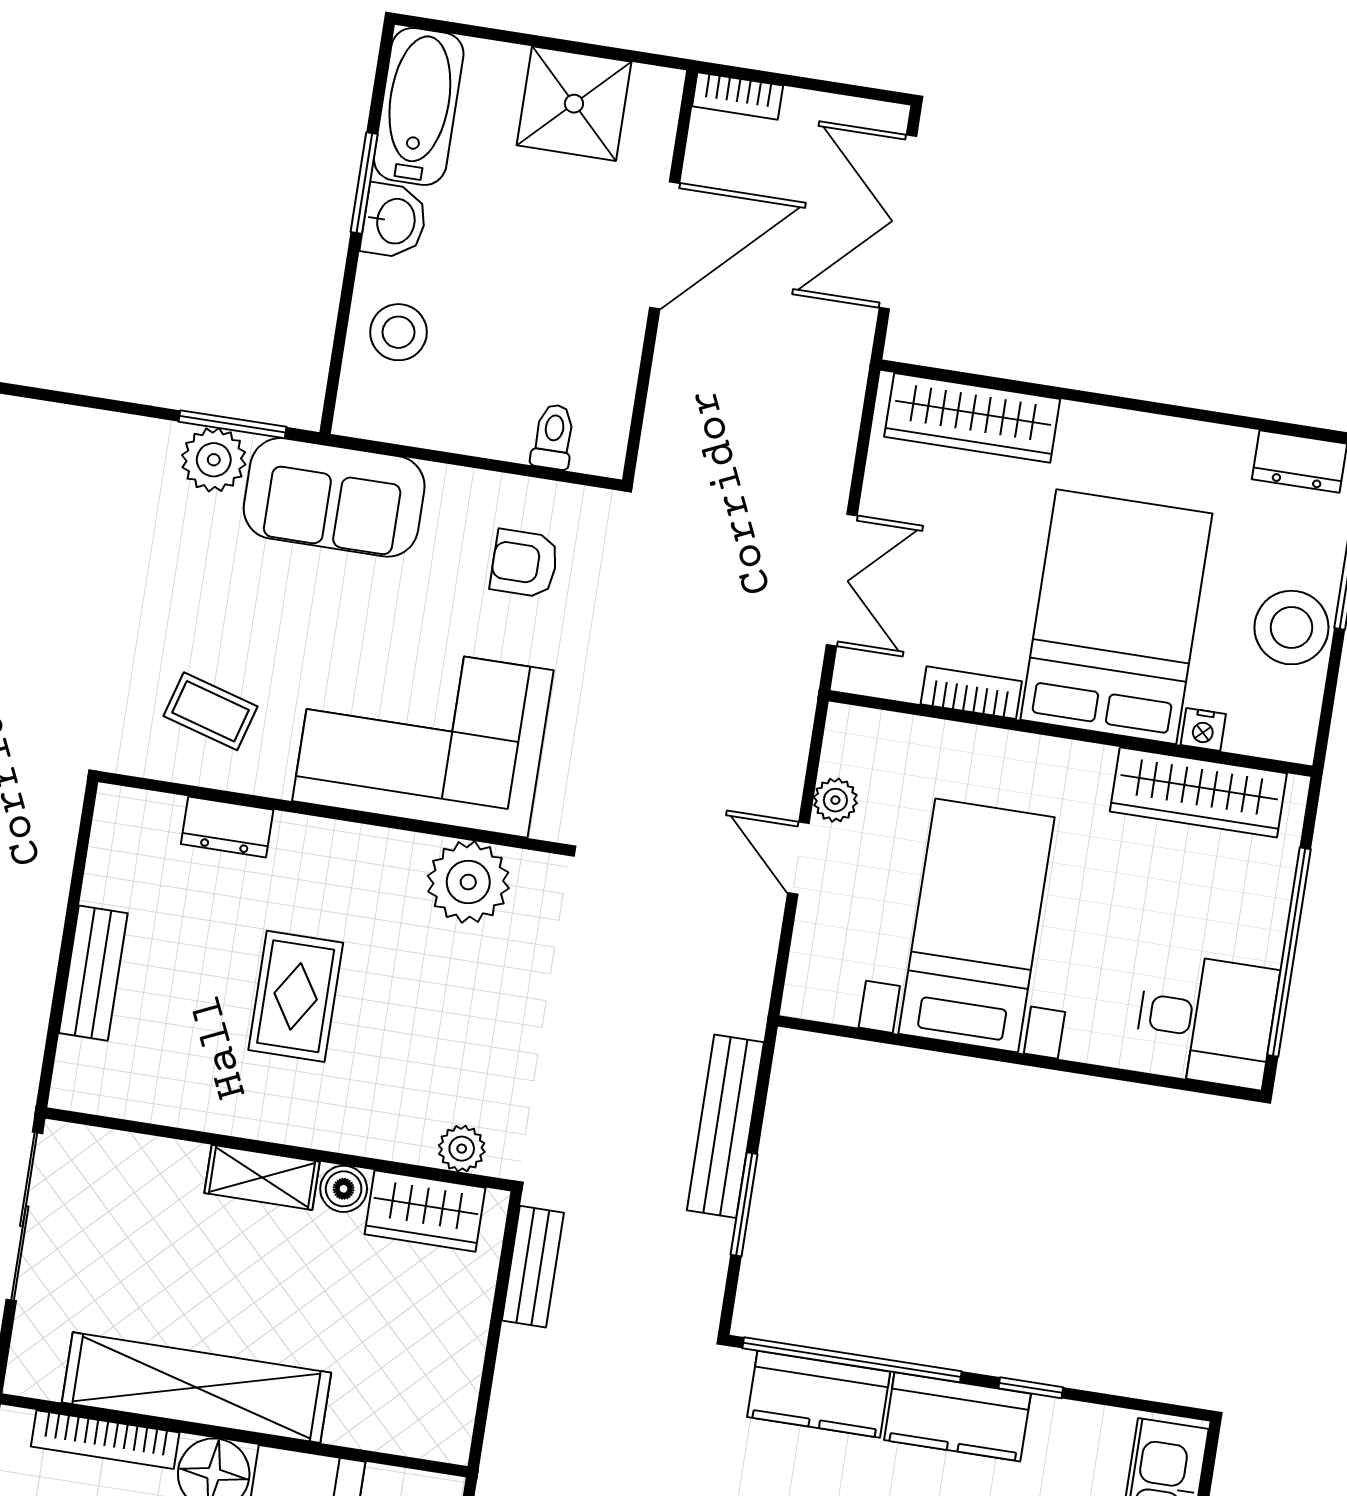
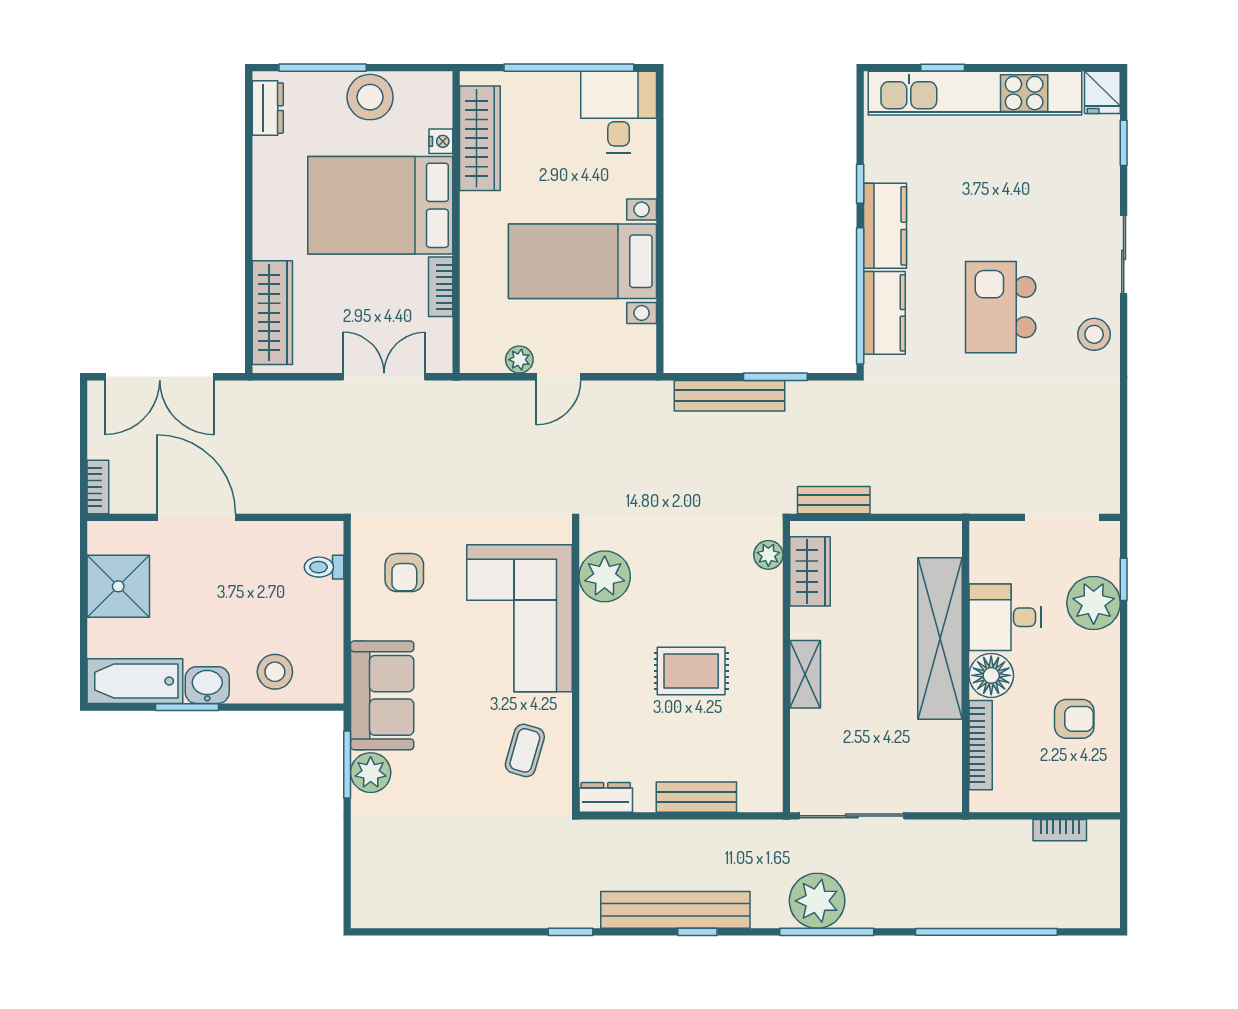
dresser: (227, 827) -> (606, 797), moved, turned -90
boiler: (344, 1189) -> (804, 623), removed
shelving: (196, 1388) -> (940, 639), moved

